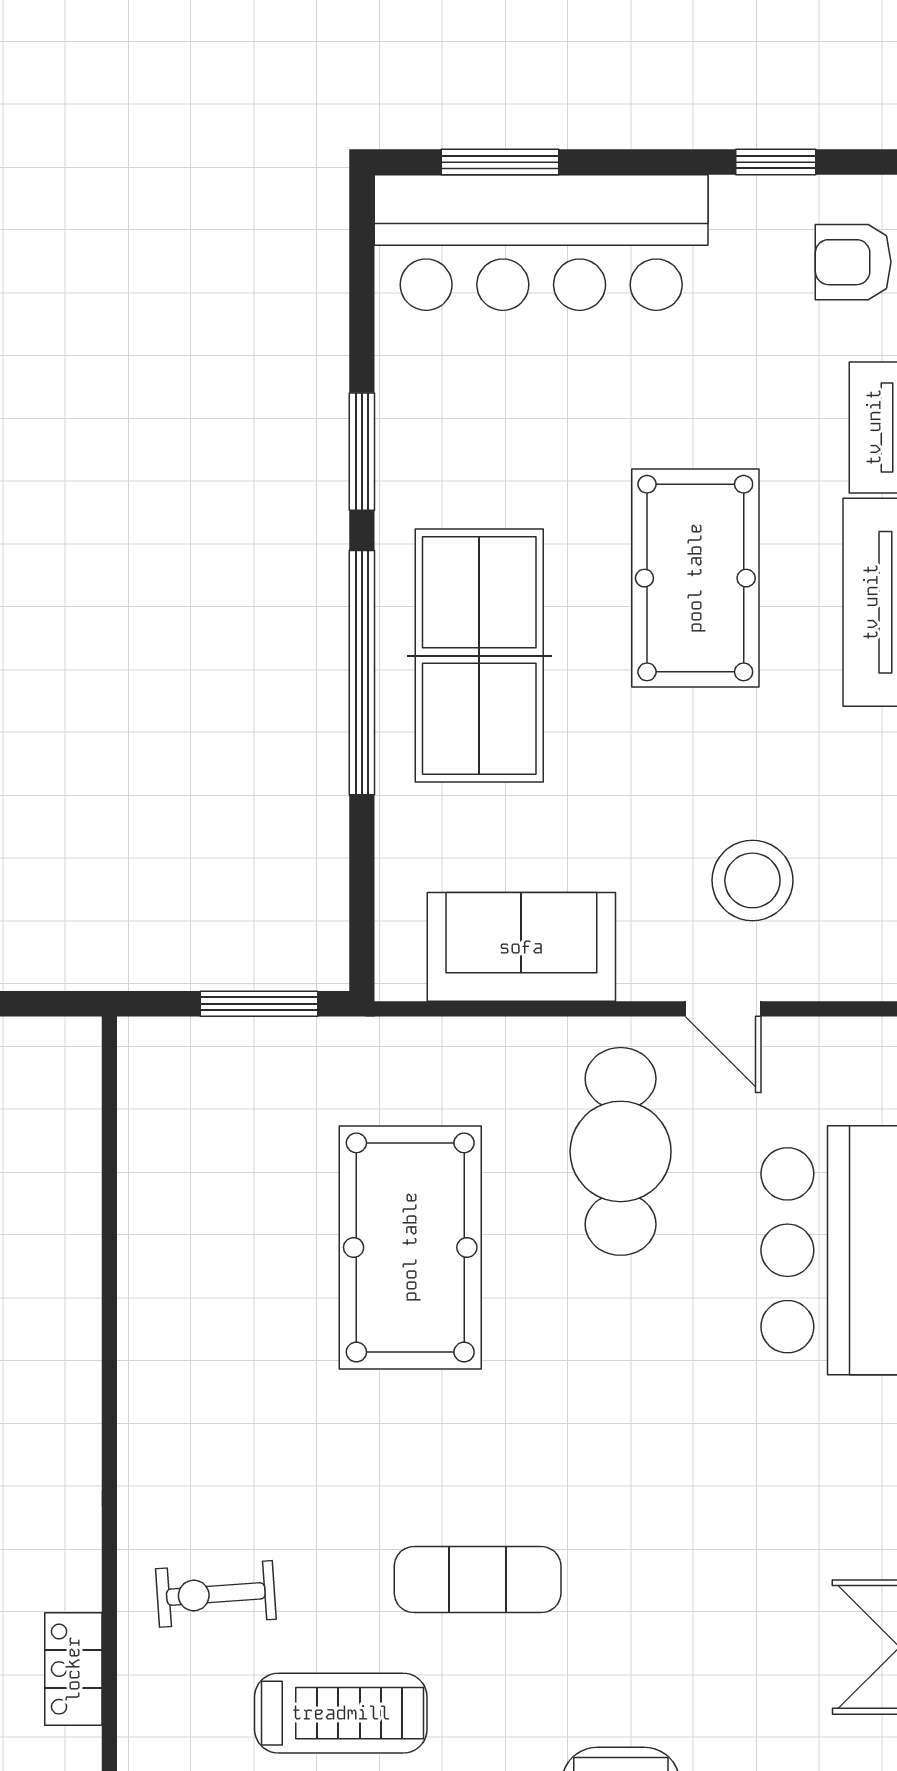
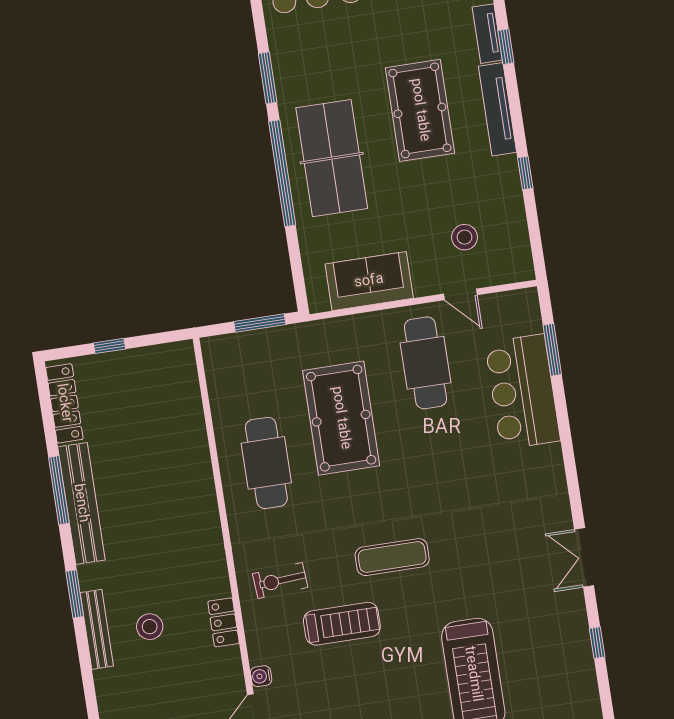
stool: (752, 880) -> (465, 237), width x0.73, depth x0.73
cafe table: (226, 1323) -> (266, 463), added

